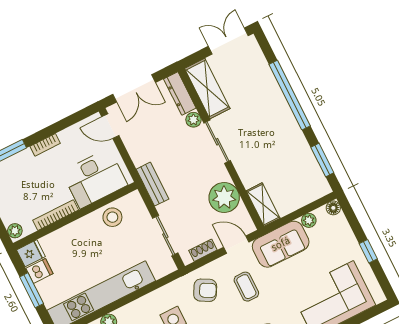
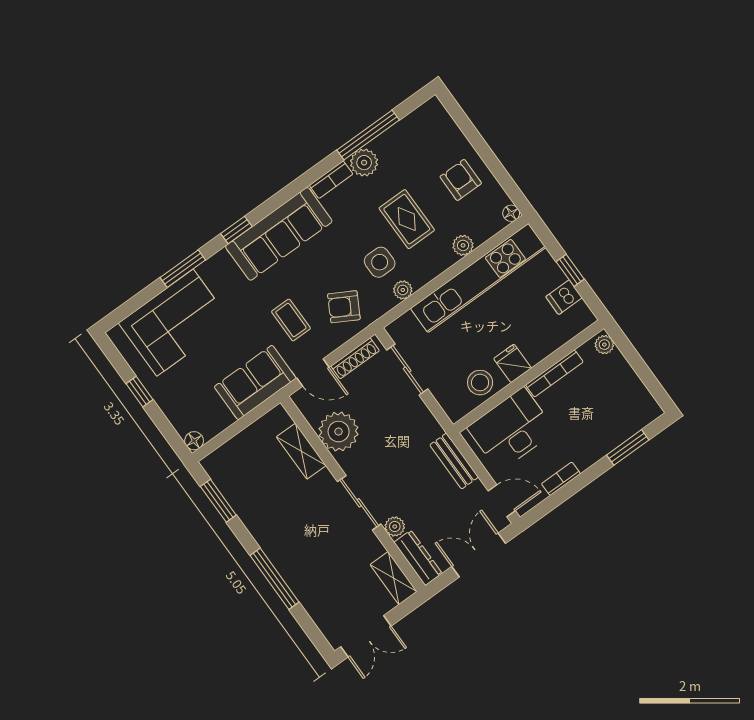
shelving: (207, 88) -> (394, 578), width x0.67, depth x0.75
window: (290, 95) -> (274, 579), width x0.68
bookcase: (45, 145) -> (561, 479), moved
bench: (153, 184) -> (454, 461), moved
shelving: (263, 205) -> (301, 451), moved
plant: (309, 220) -> (403, 290), moved
shoe rack: (203, 250) -> (355, 358), width x1.43
fridge: (31, 253) -> (512, 363), moved, turned 90
window: (32, 290) -> (570, 270), width x0.67

